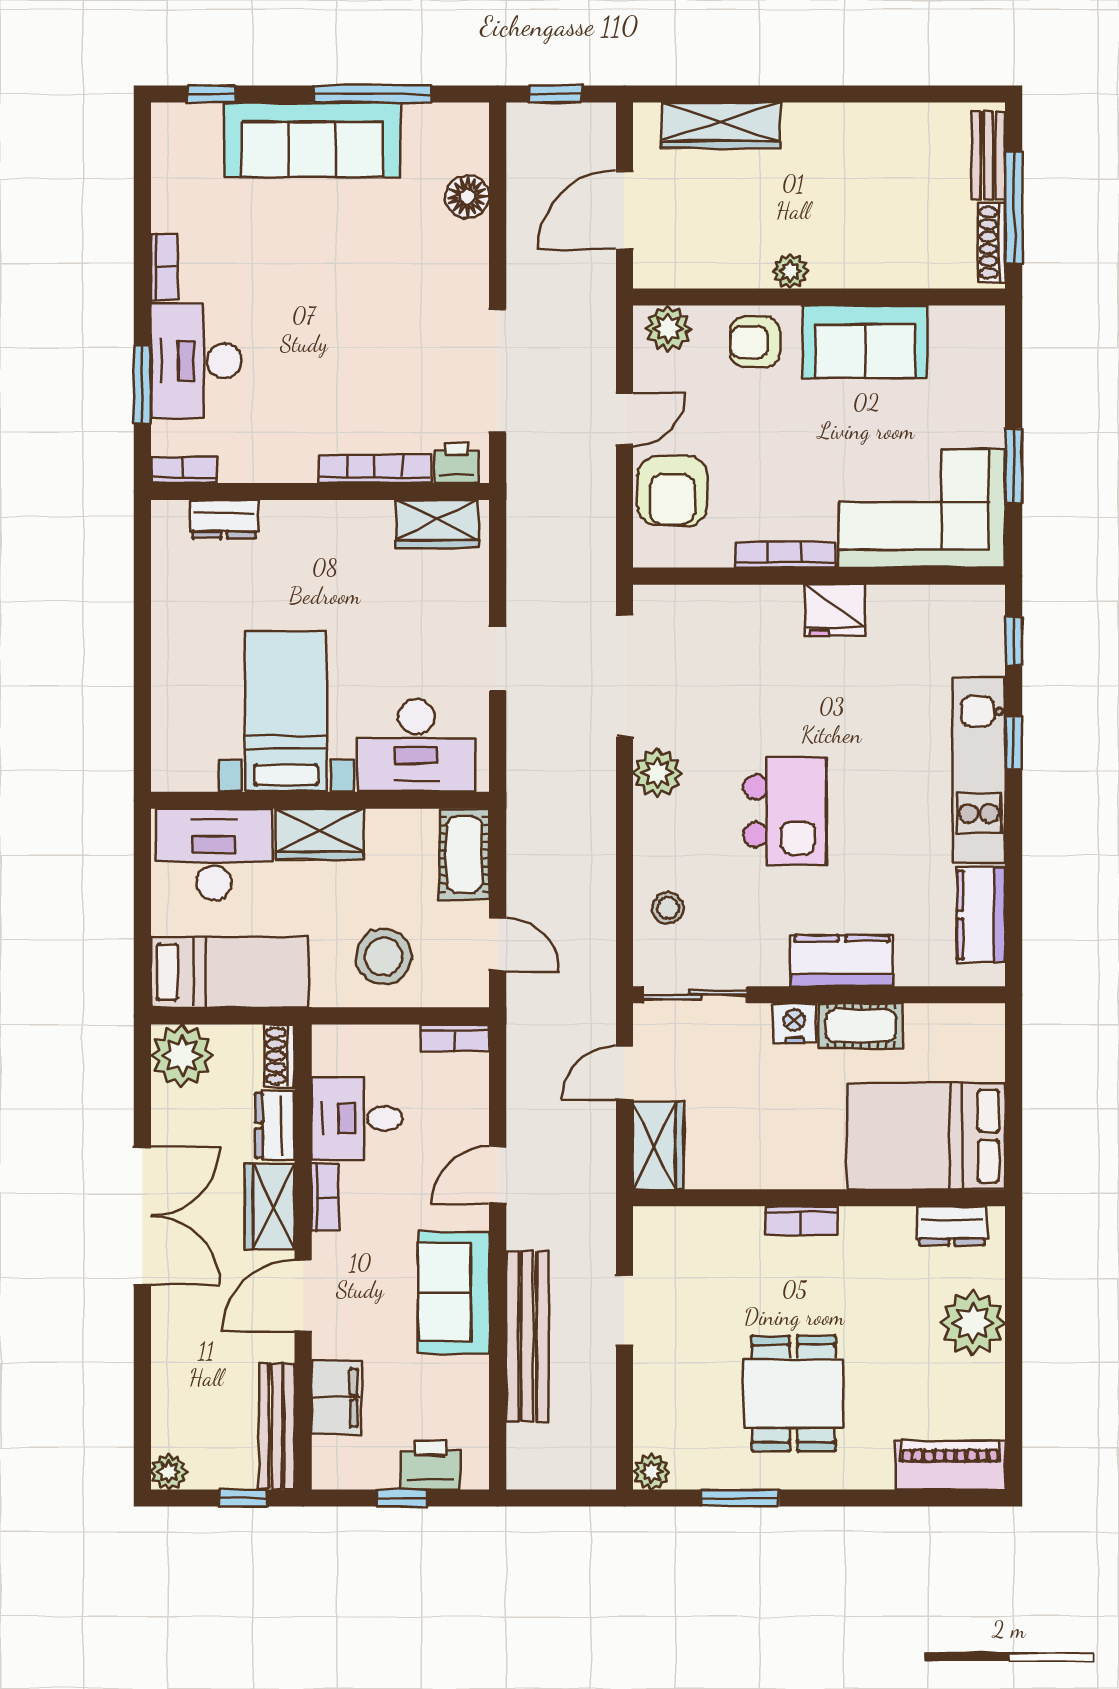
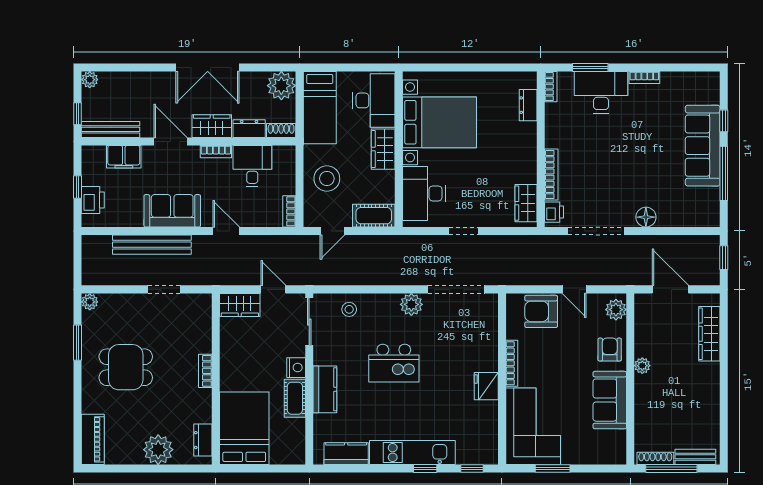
window: (212, 94) -> (724, 121), moved
floor lamp: (467, 197) -> (646, 217), moved
bed with nightstands: (286, 712) -> (440, 122), width x1.36

